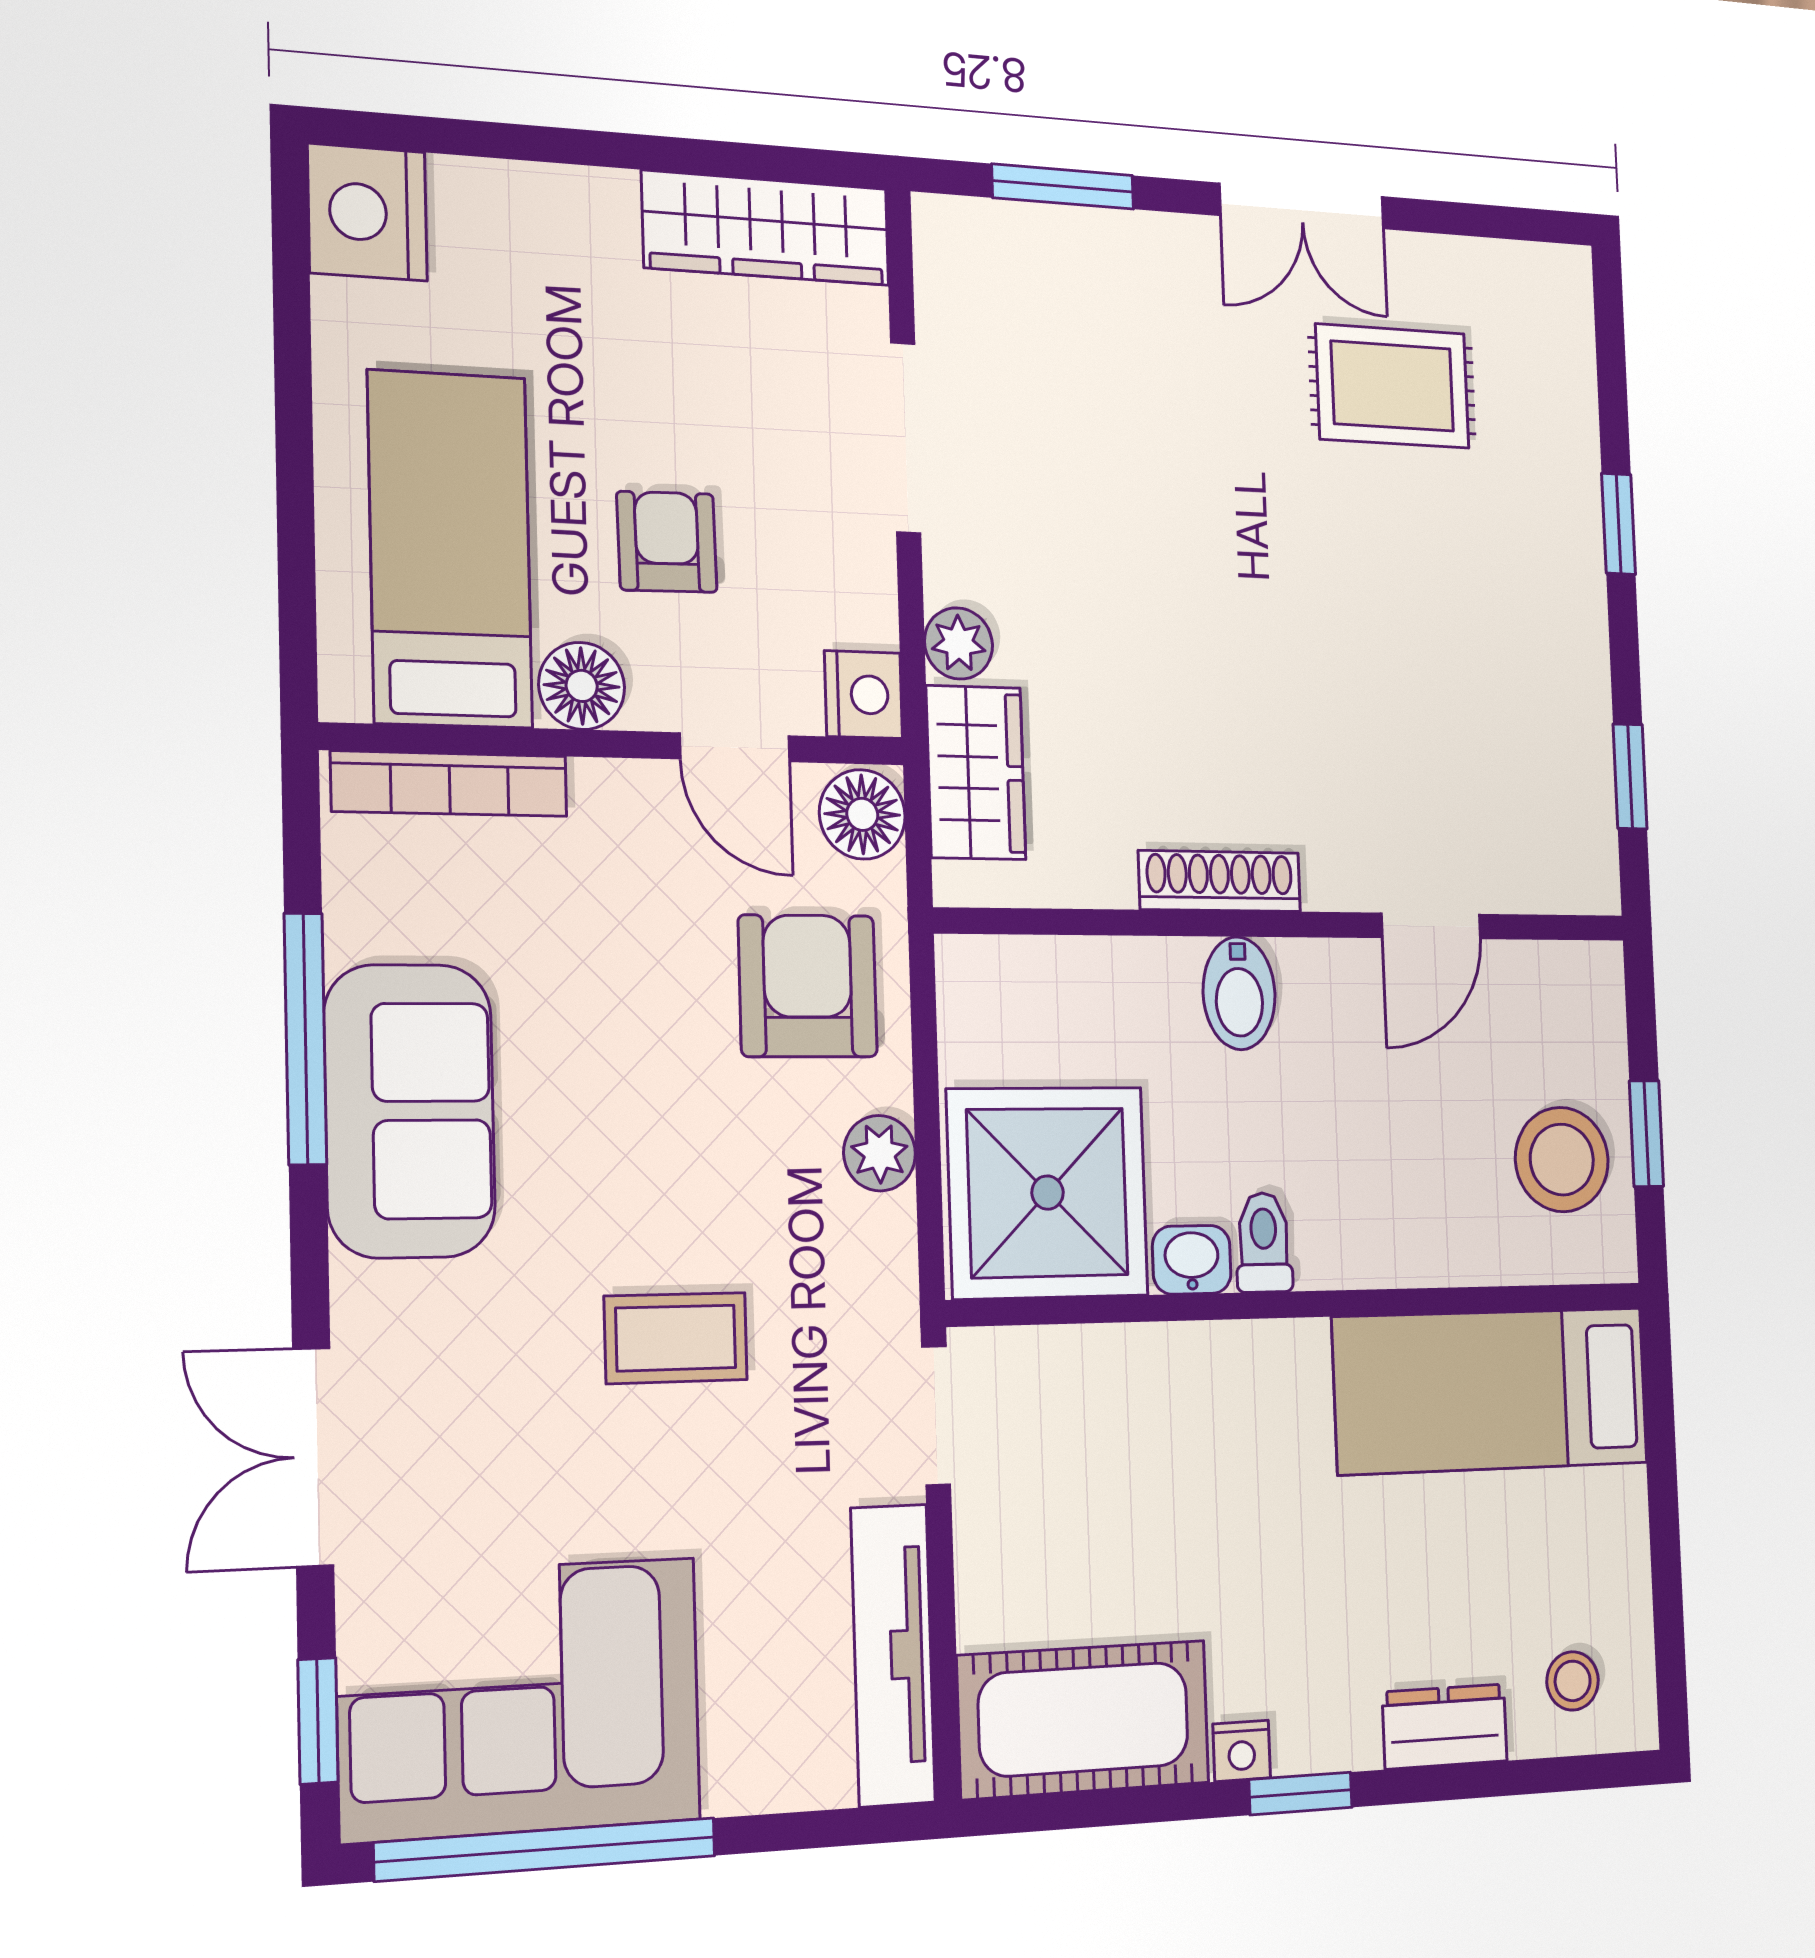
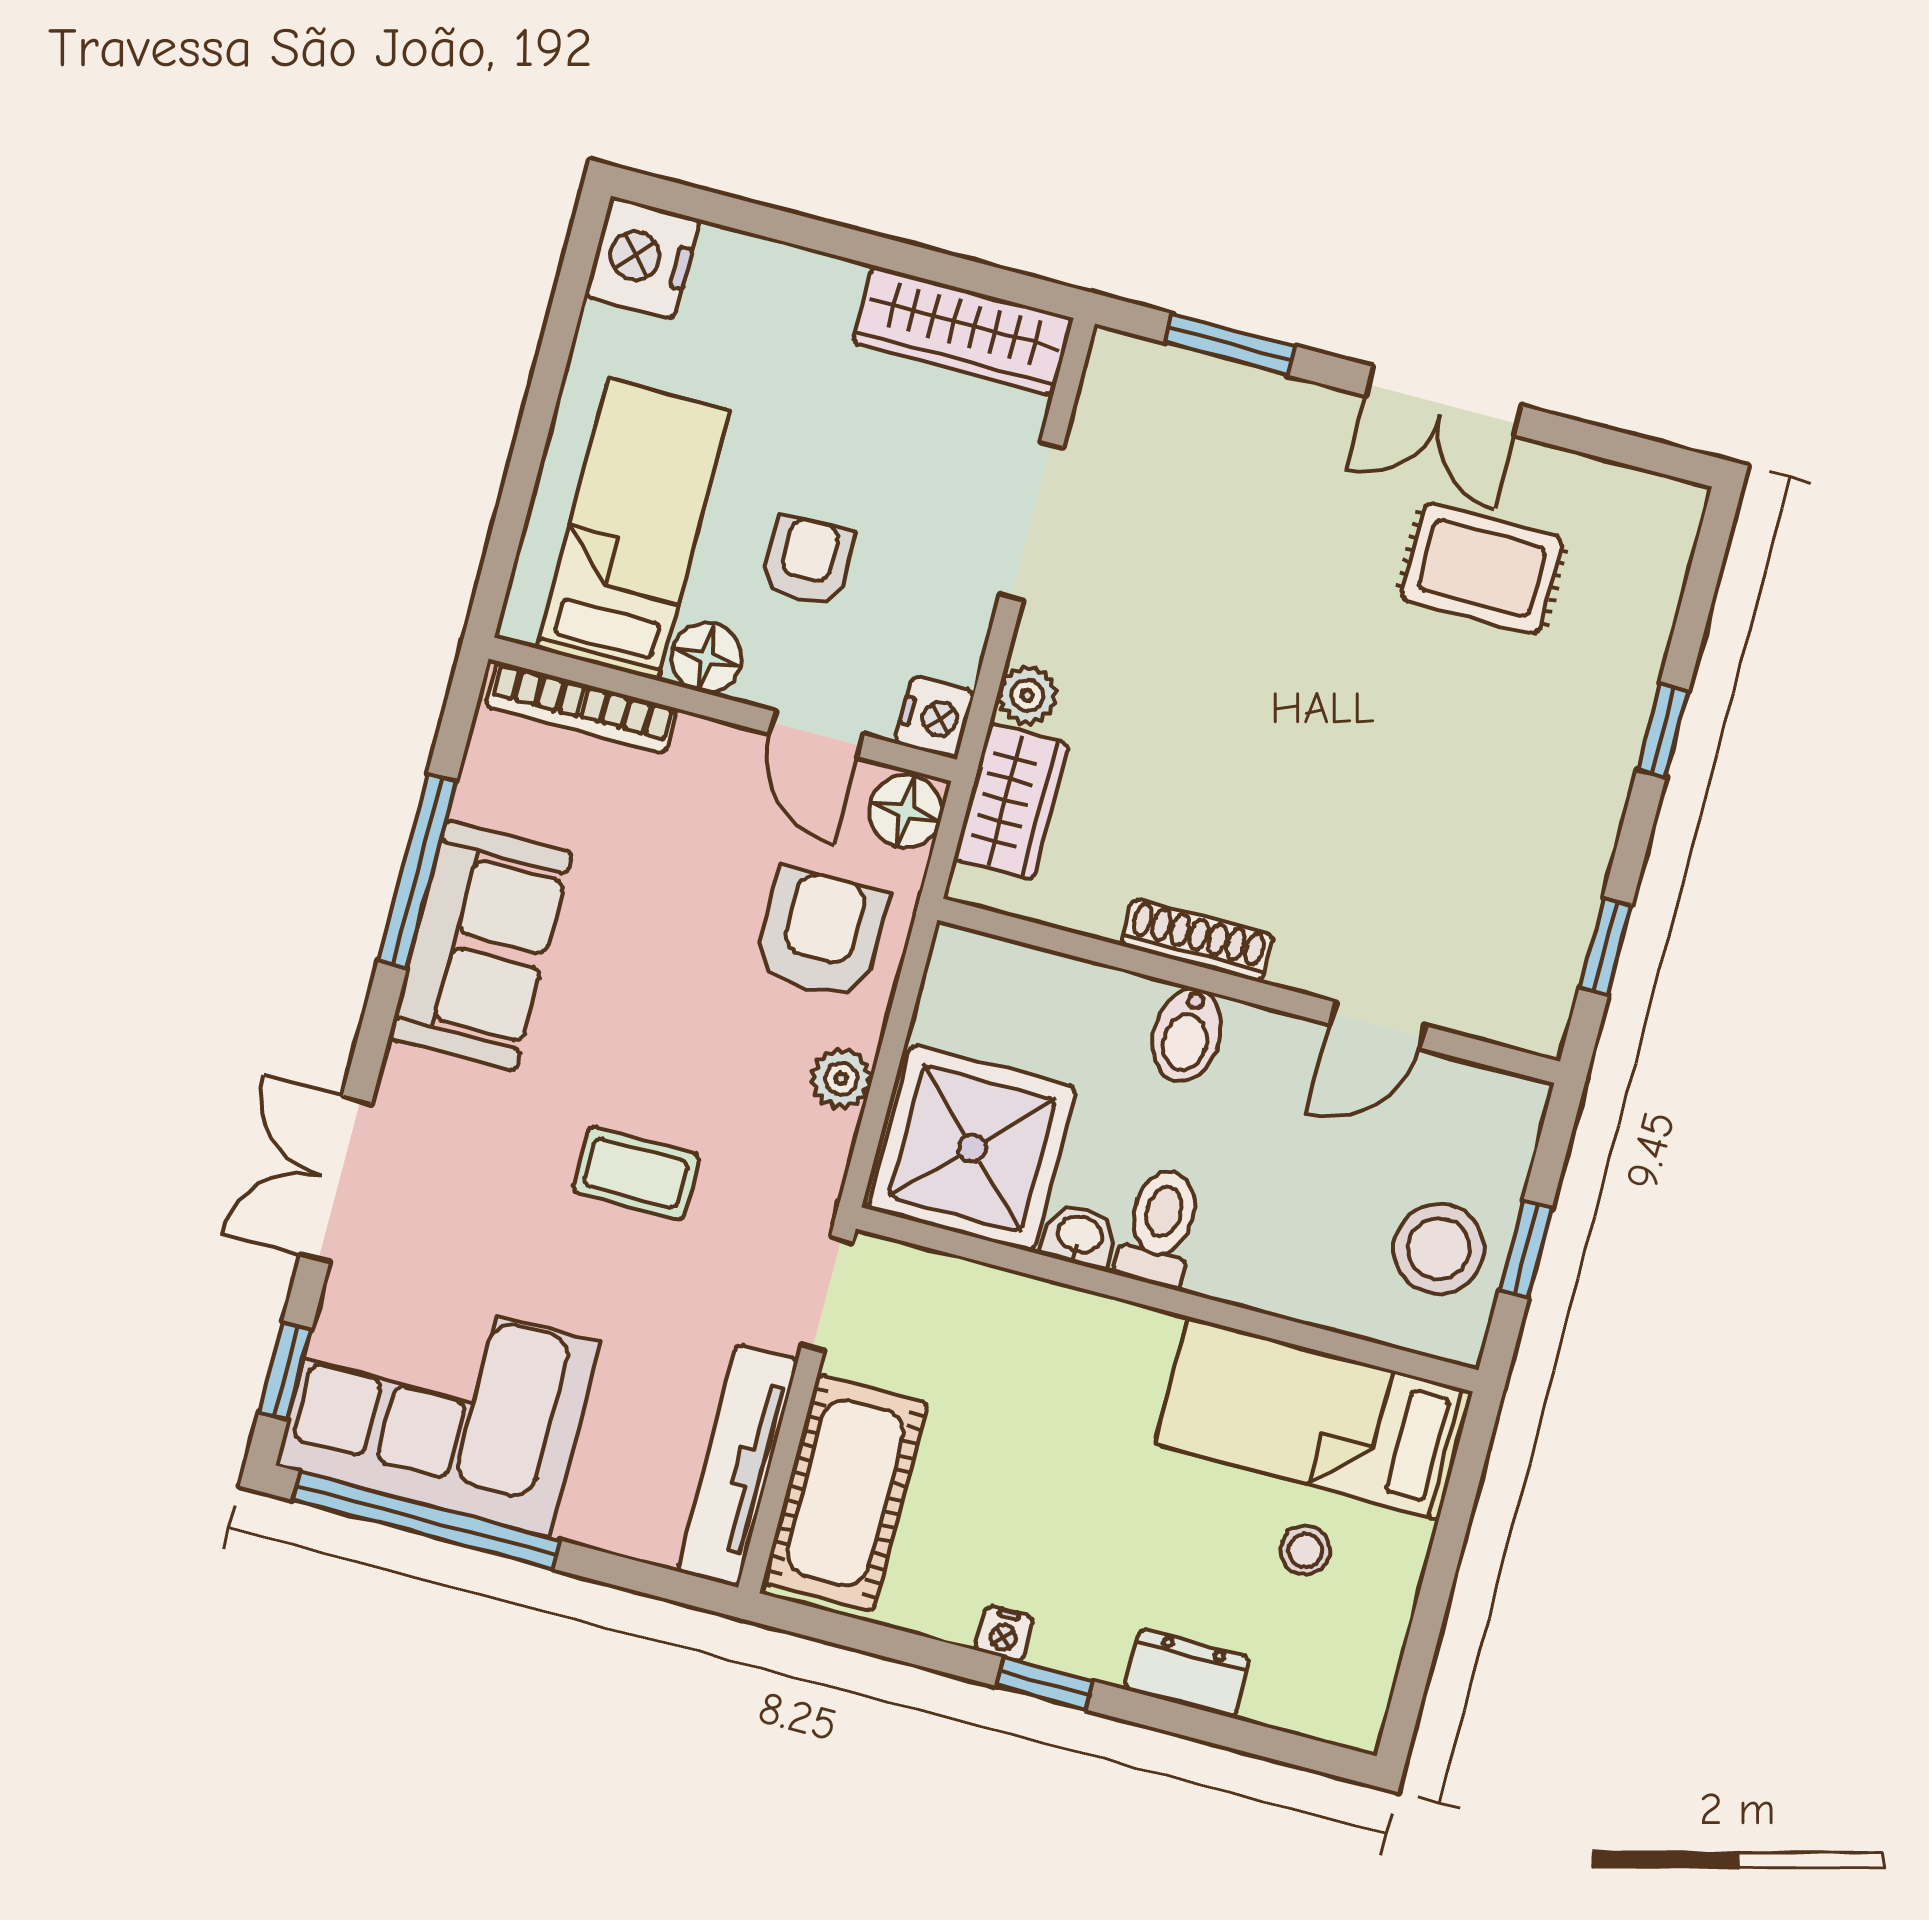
toilet: (1264, 1243) -> (1160, 1227), width x1.37, depth x1.39
stool: (1573, 1681) -> (1305, 1550), moved
cot: (1084, 1719) -> (845, 1493), moved, turned 90

